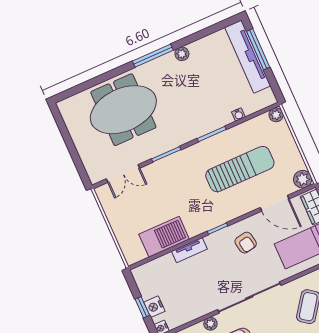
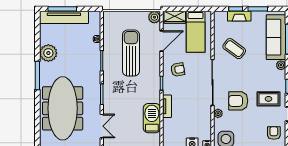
plant: (182, 54) -> (48, 53), width x1.88, depth x1.88
meeting table: (123, 110) -> (63, 108), width x1.36
plant: (276, 115) -> (108, 16), removed

